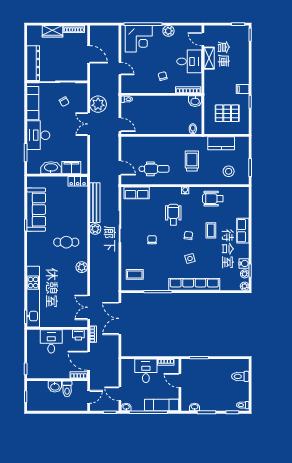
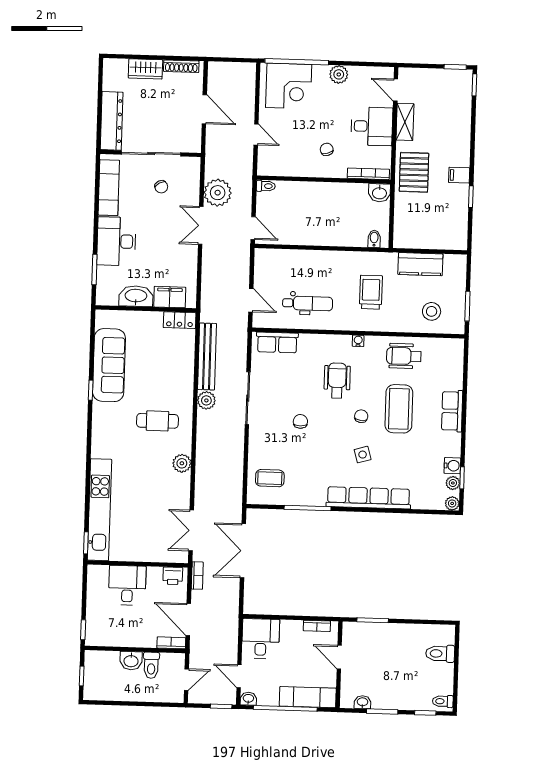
pallet: (227, 113) -> (414, 172), moved, turned 90
coffee table: (211, 230) -> (399, 409), width x1.86, depth x1.72
desk: (146, 371) -> (261, 639), moved

